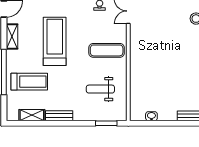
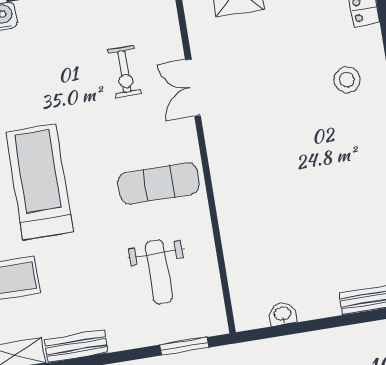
weight bench: (100, 89) -> (159, 272), turned -90

